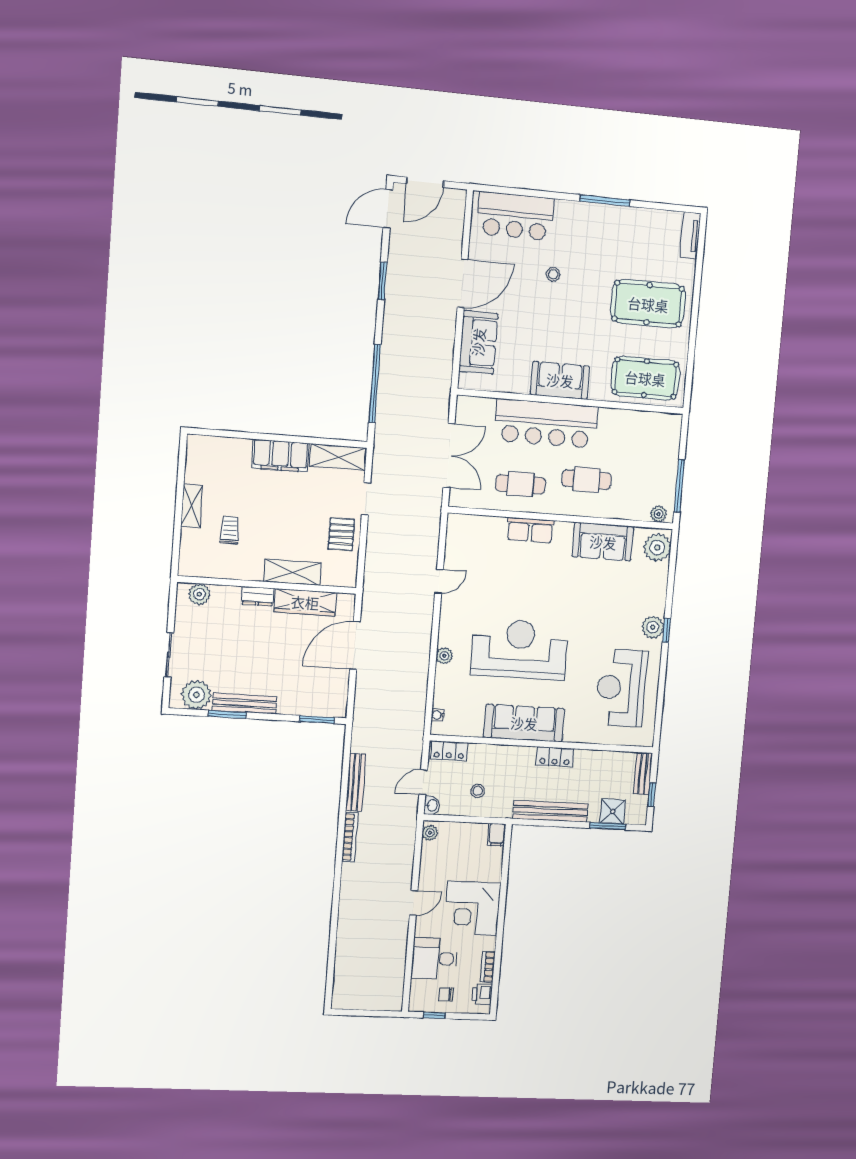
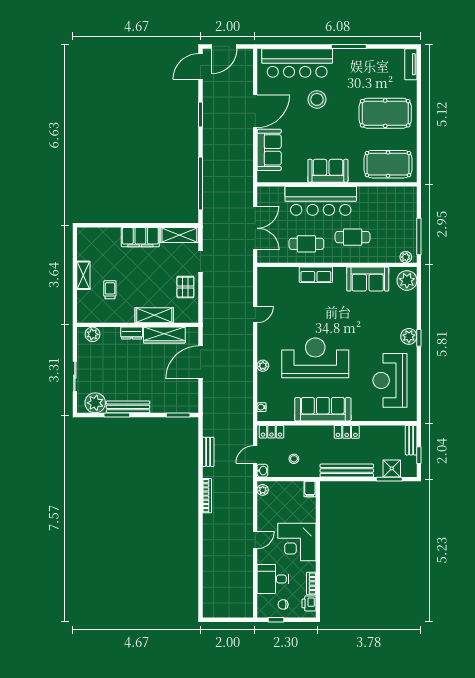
bar counter: (515, 216) -> (297, 63), width x1.36
stool: (553, 274) -> (317, 99), width x1.89, depth x1.89
bench: (356, 782) -> (208, 452), width x0.73

